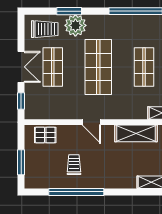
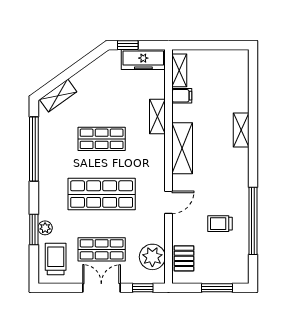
plant: (75, 25) -> (45, 228), width x0.53, depth x0.53
plant: (46, 109) -> (152, 257), added

